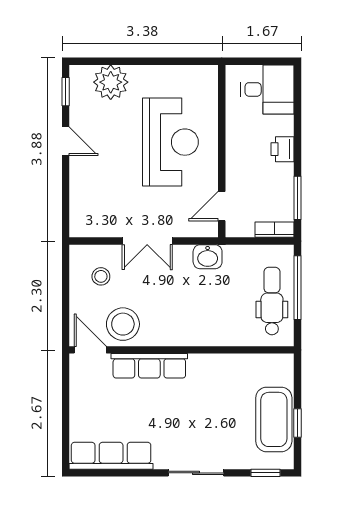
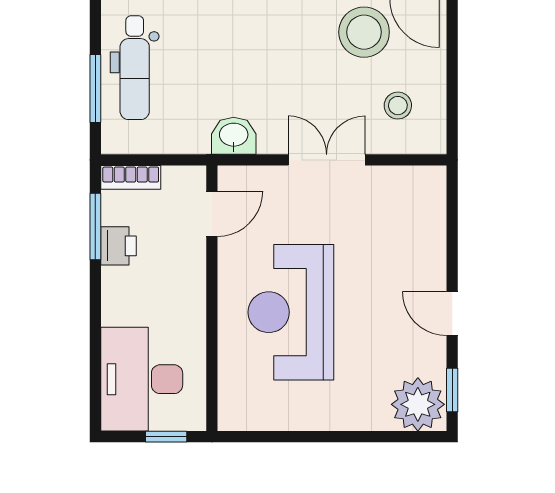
window: (251, 61) -> (166, 437), added
plant: (111, 82) -> (418, 404), moved
desk: (267, 89) -> (142, 379), width x1.37
printer: (282, 149) -> (118, 246), moved
window: (297, 288) -> (95, 88), width x0.69

